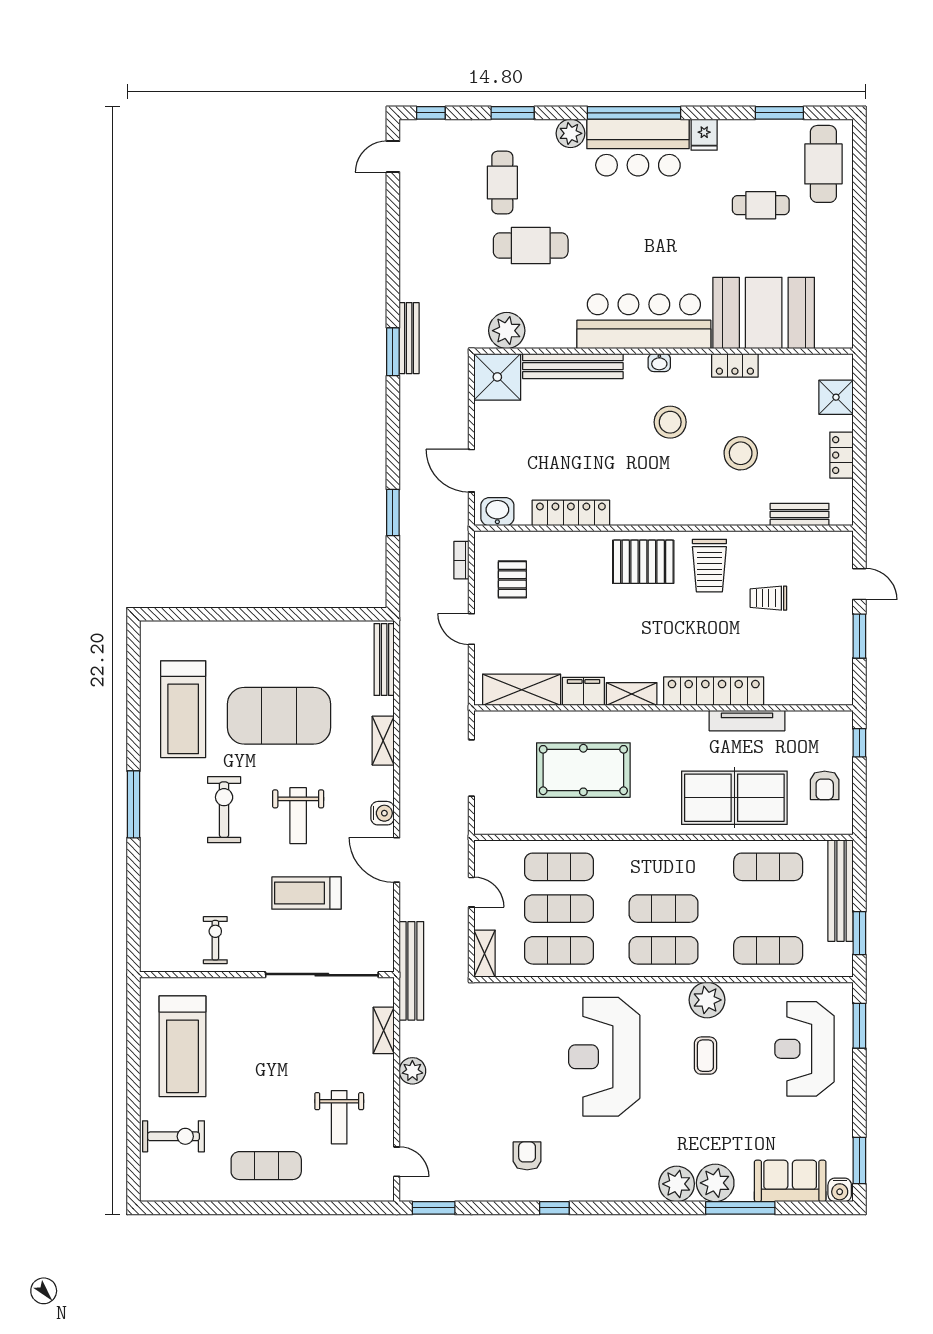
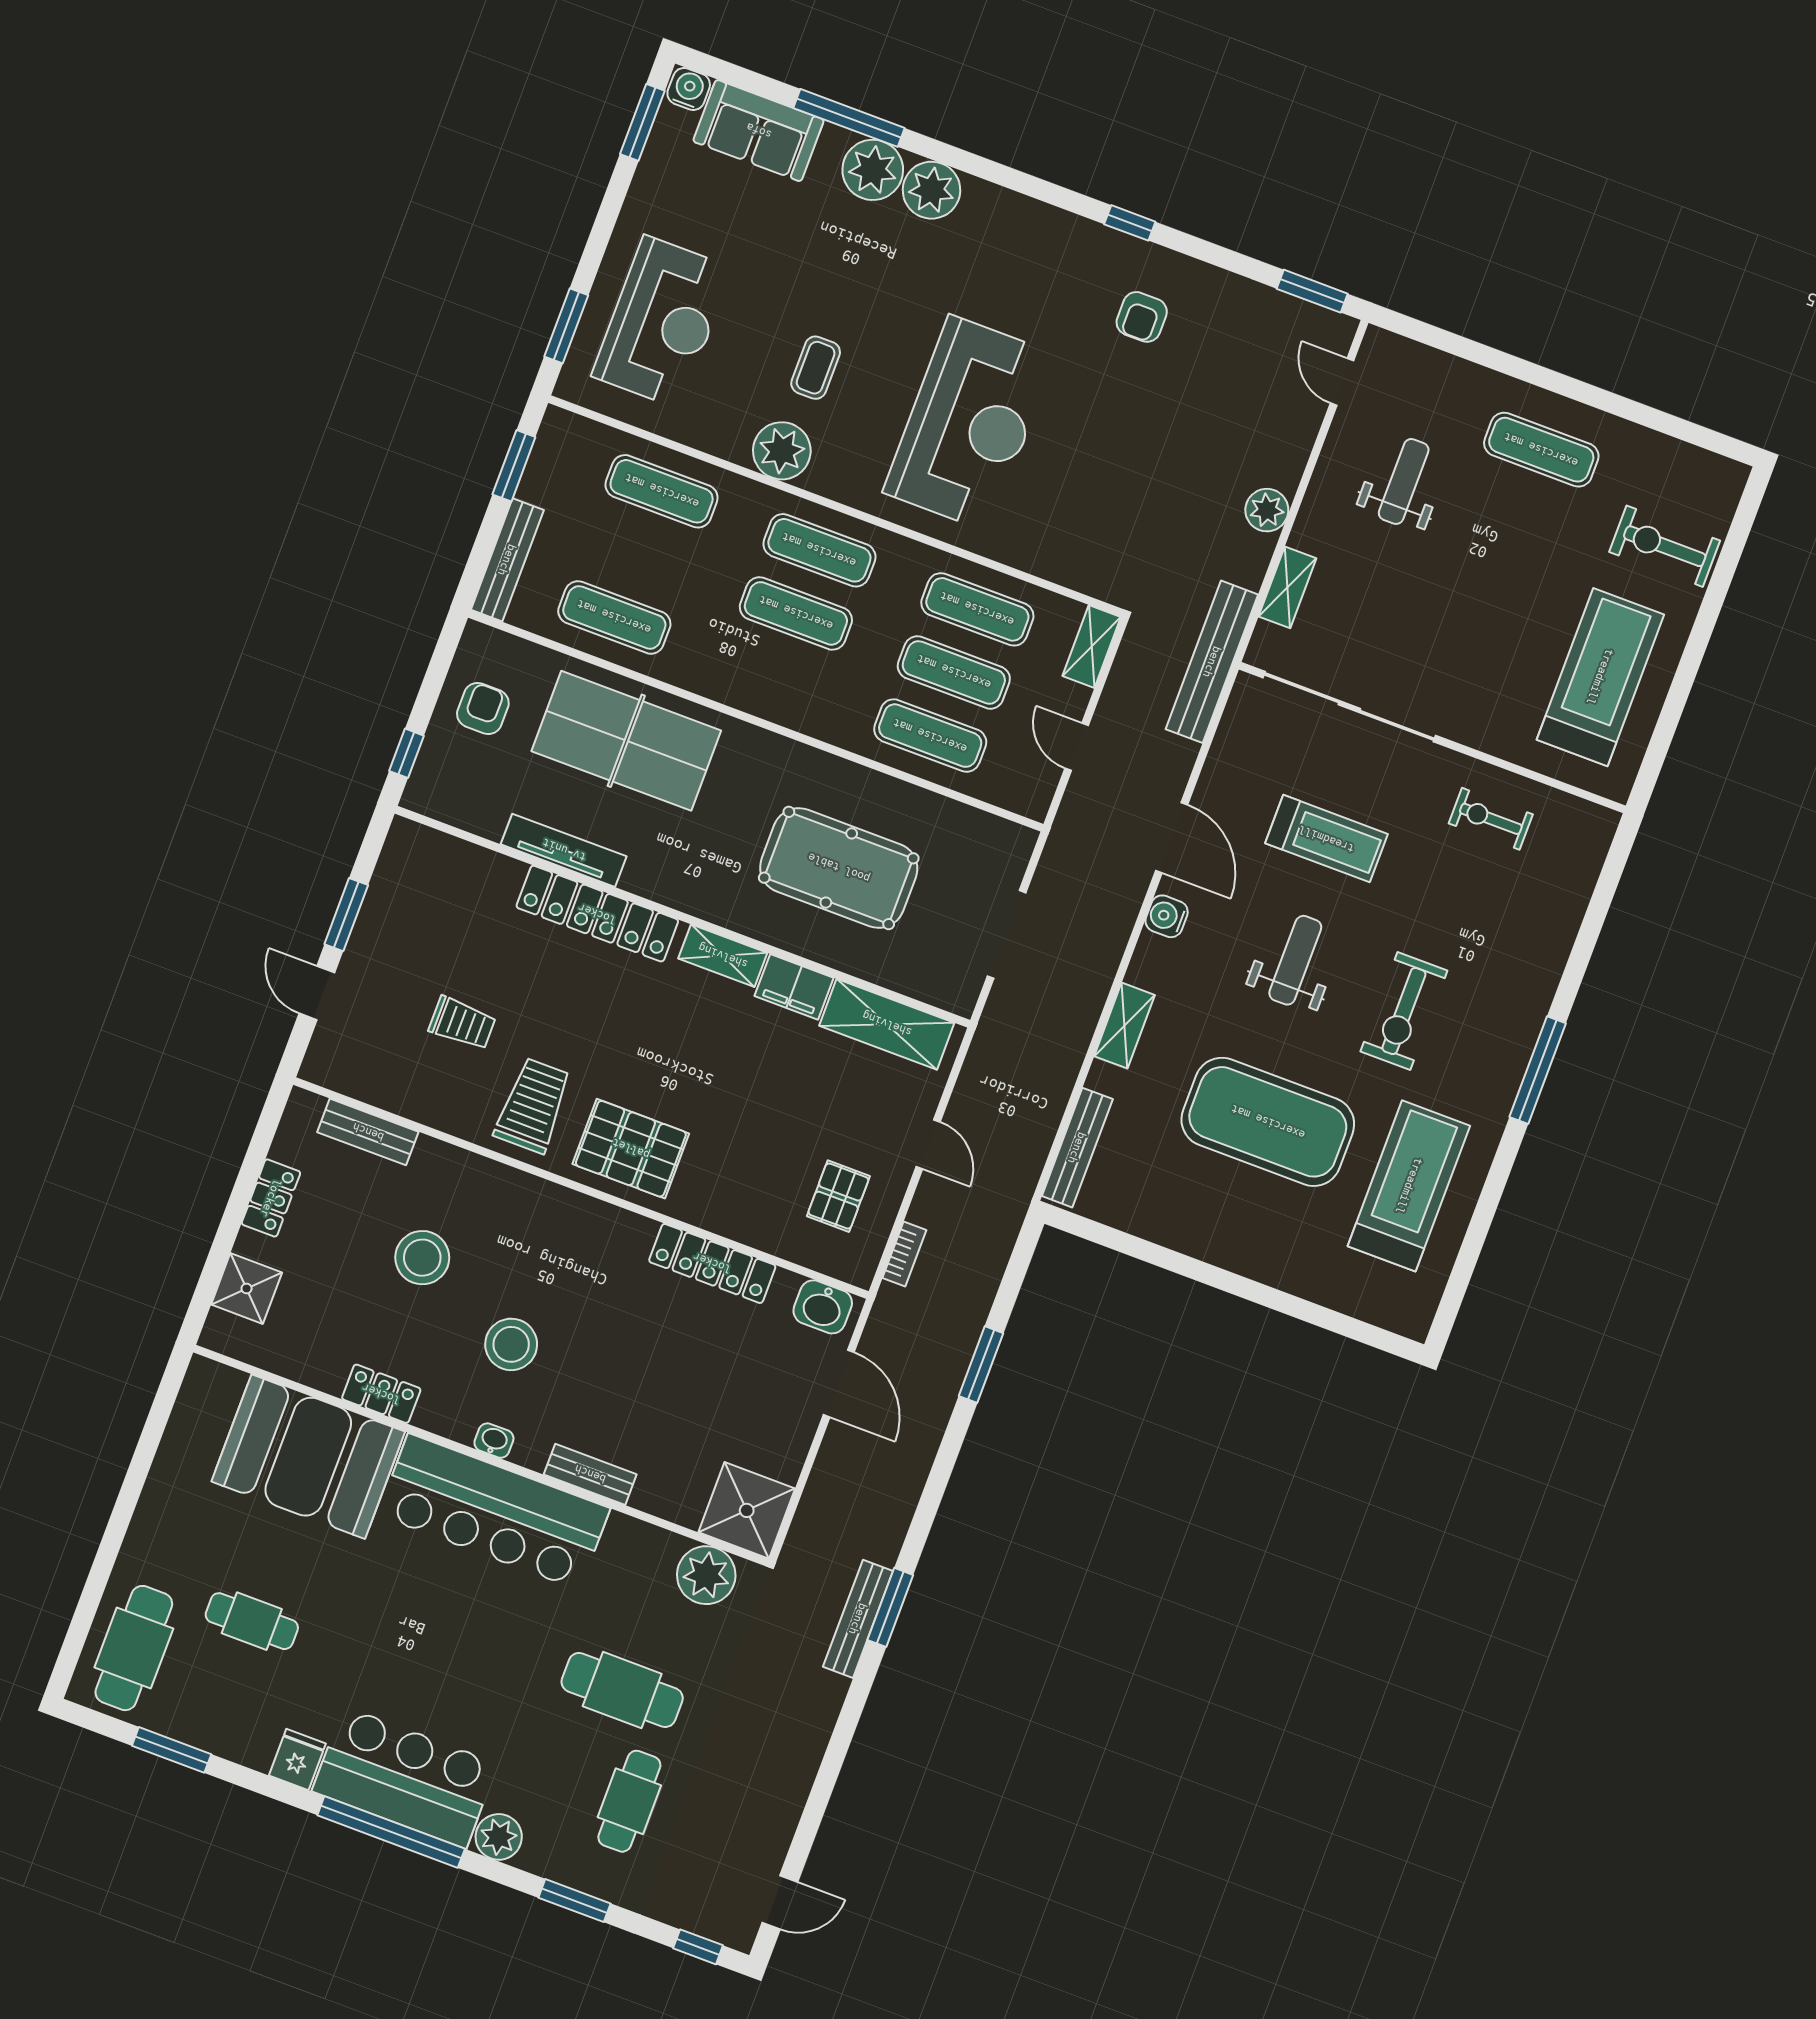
bench: (573, 366) -> (590, 1474), width x0.54, depth x0.82
bench: (841, 891) -> (507, 560), width x0.73, depth x0.82
exercise bike: (215, 940) -> (1491, 819), turned 90

